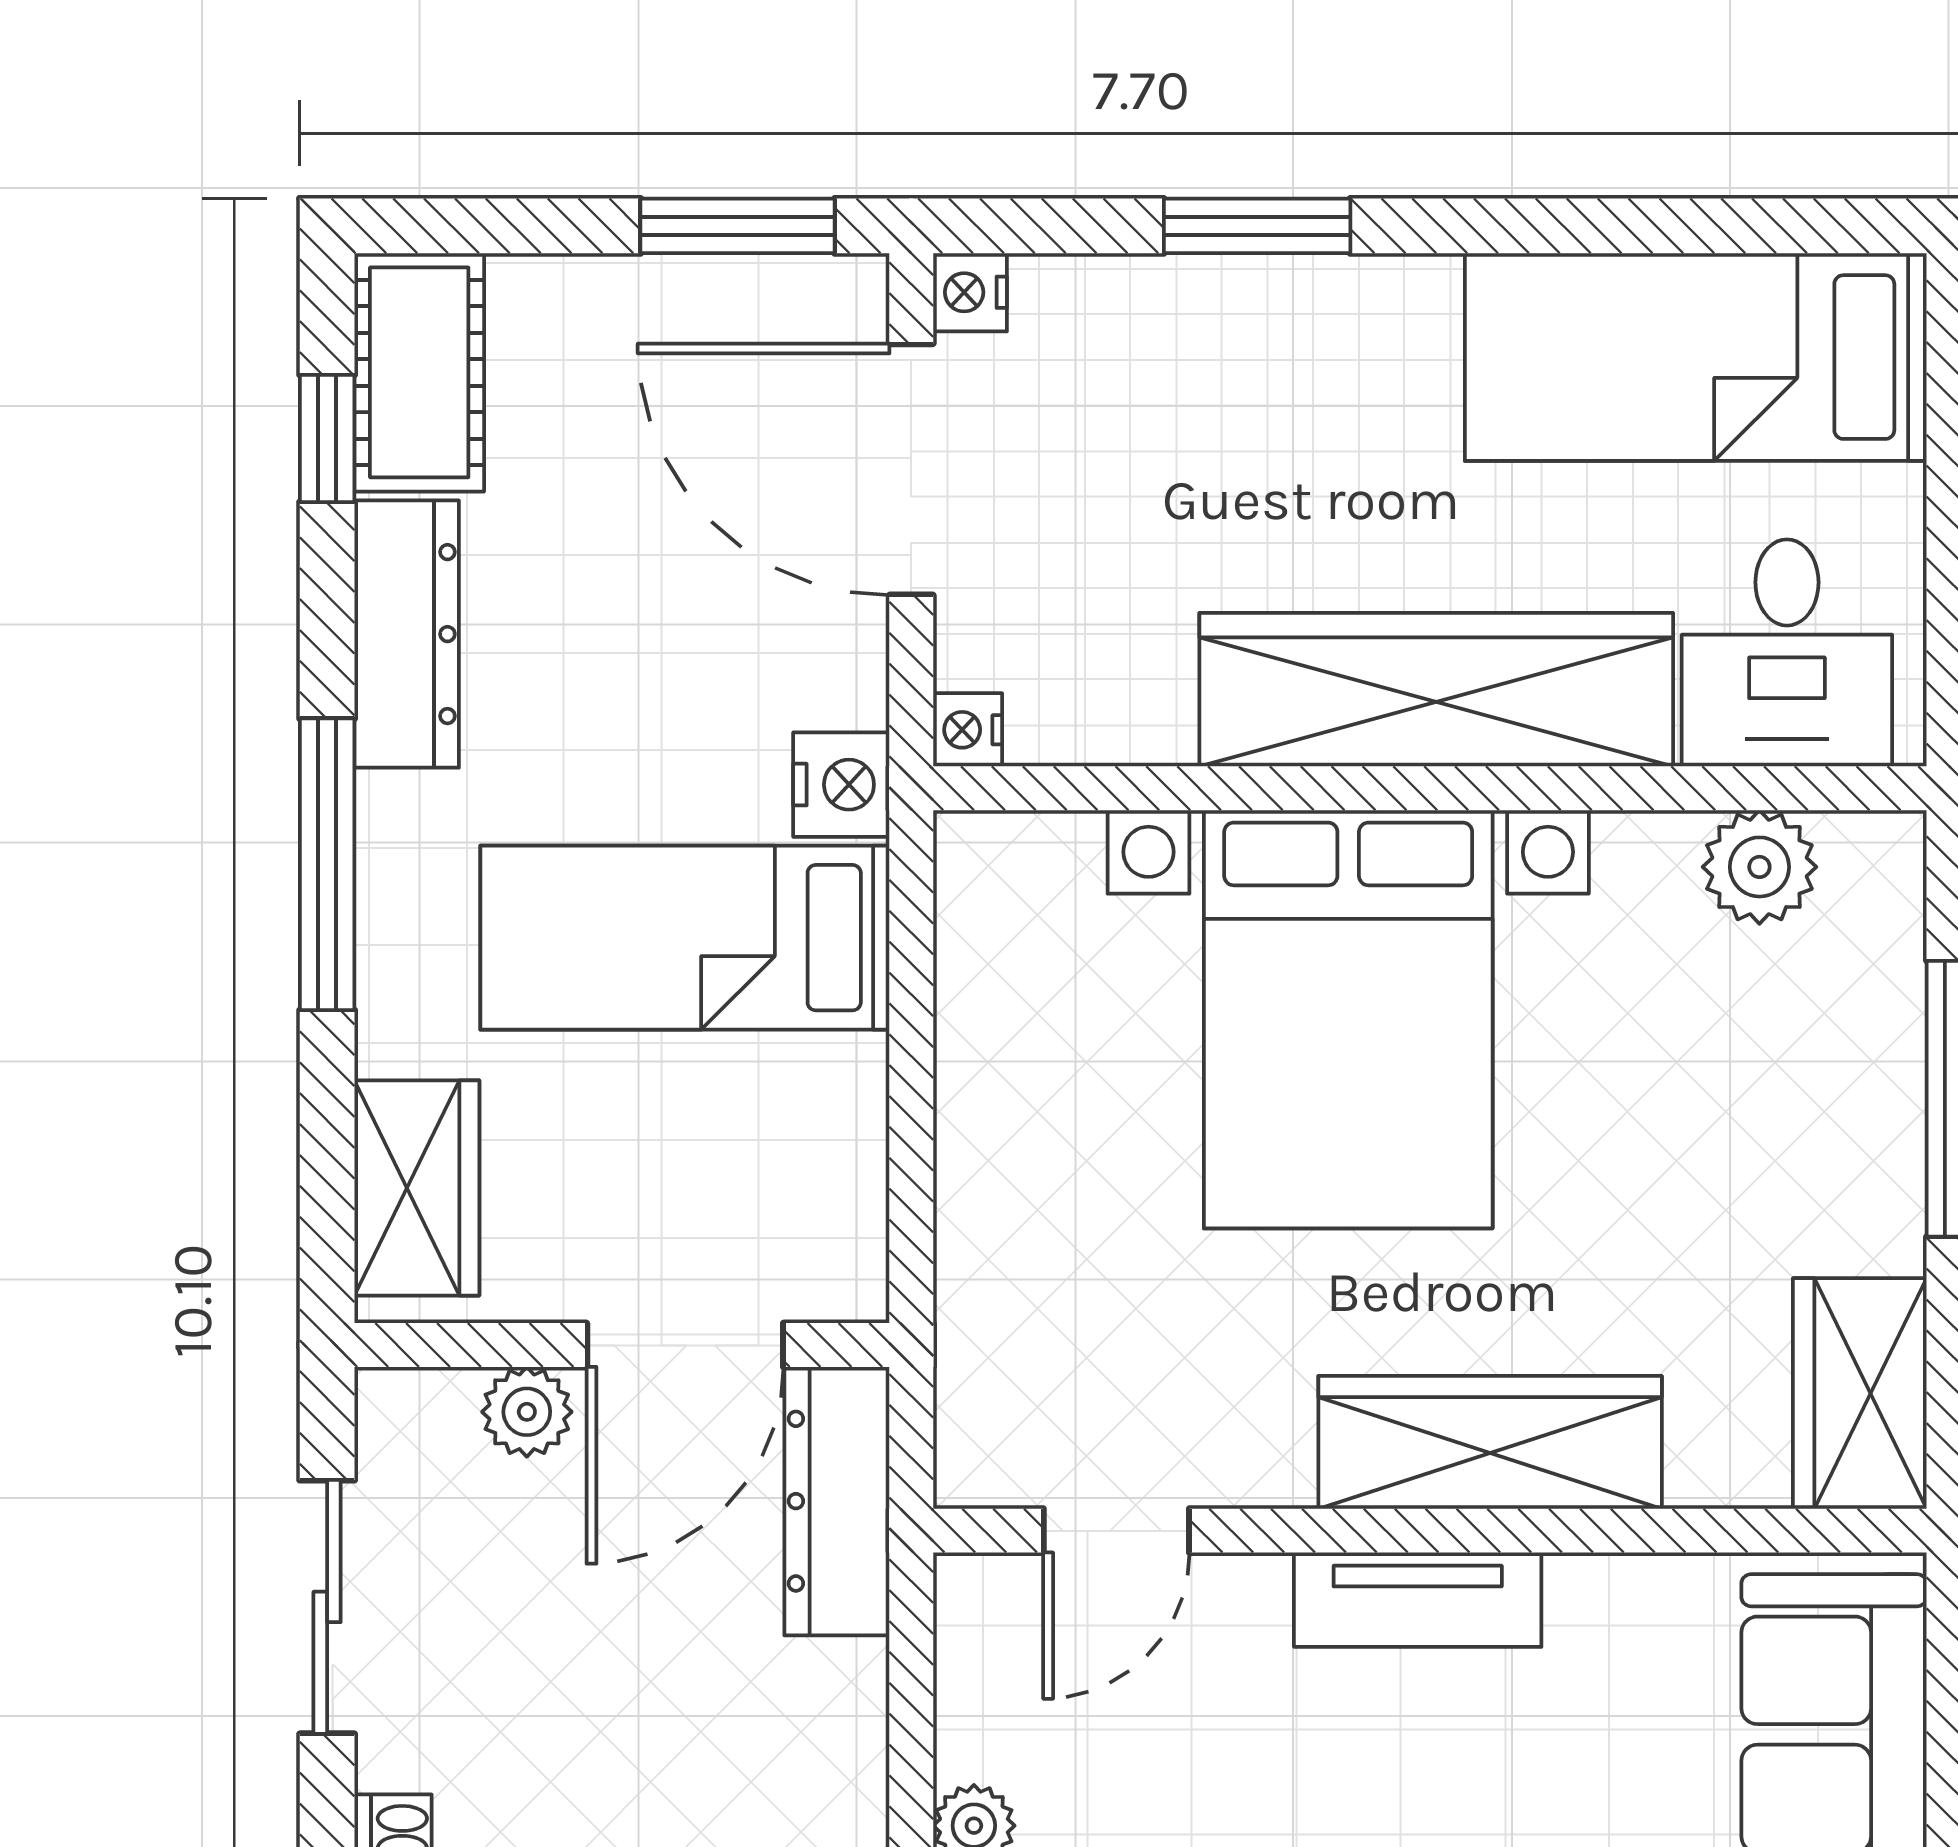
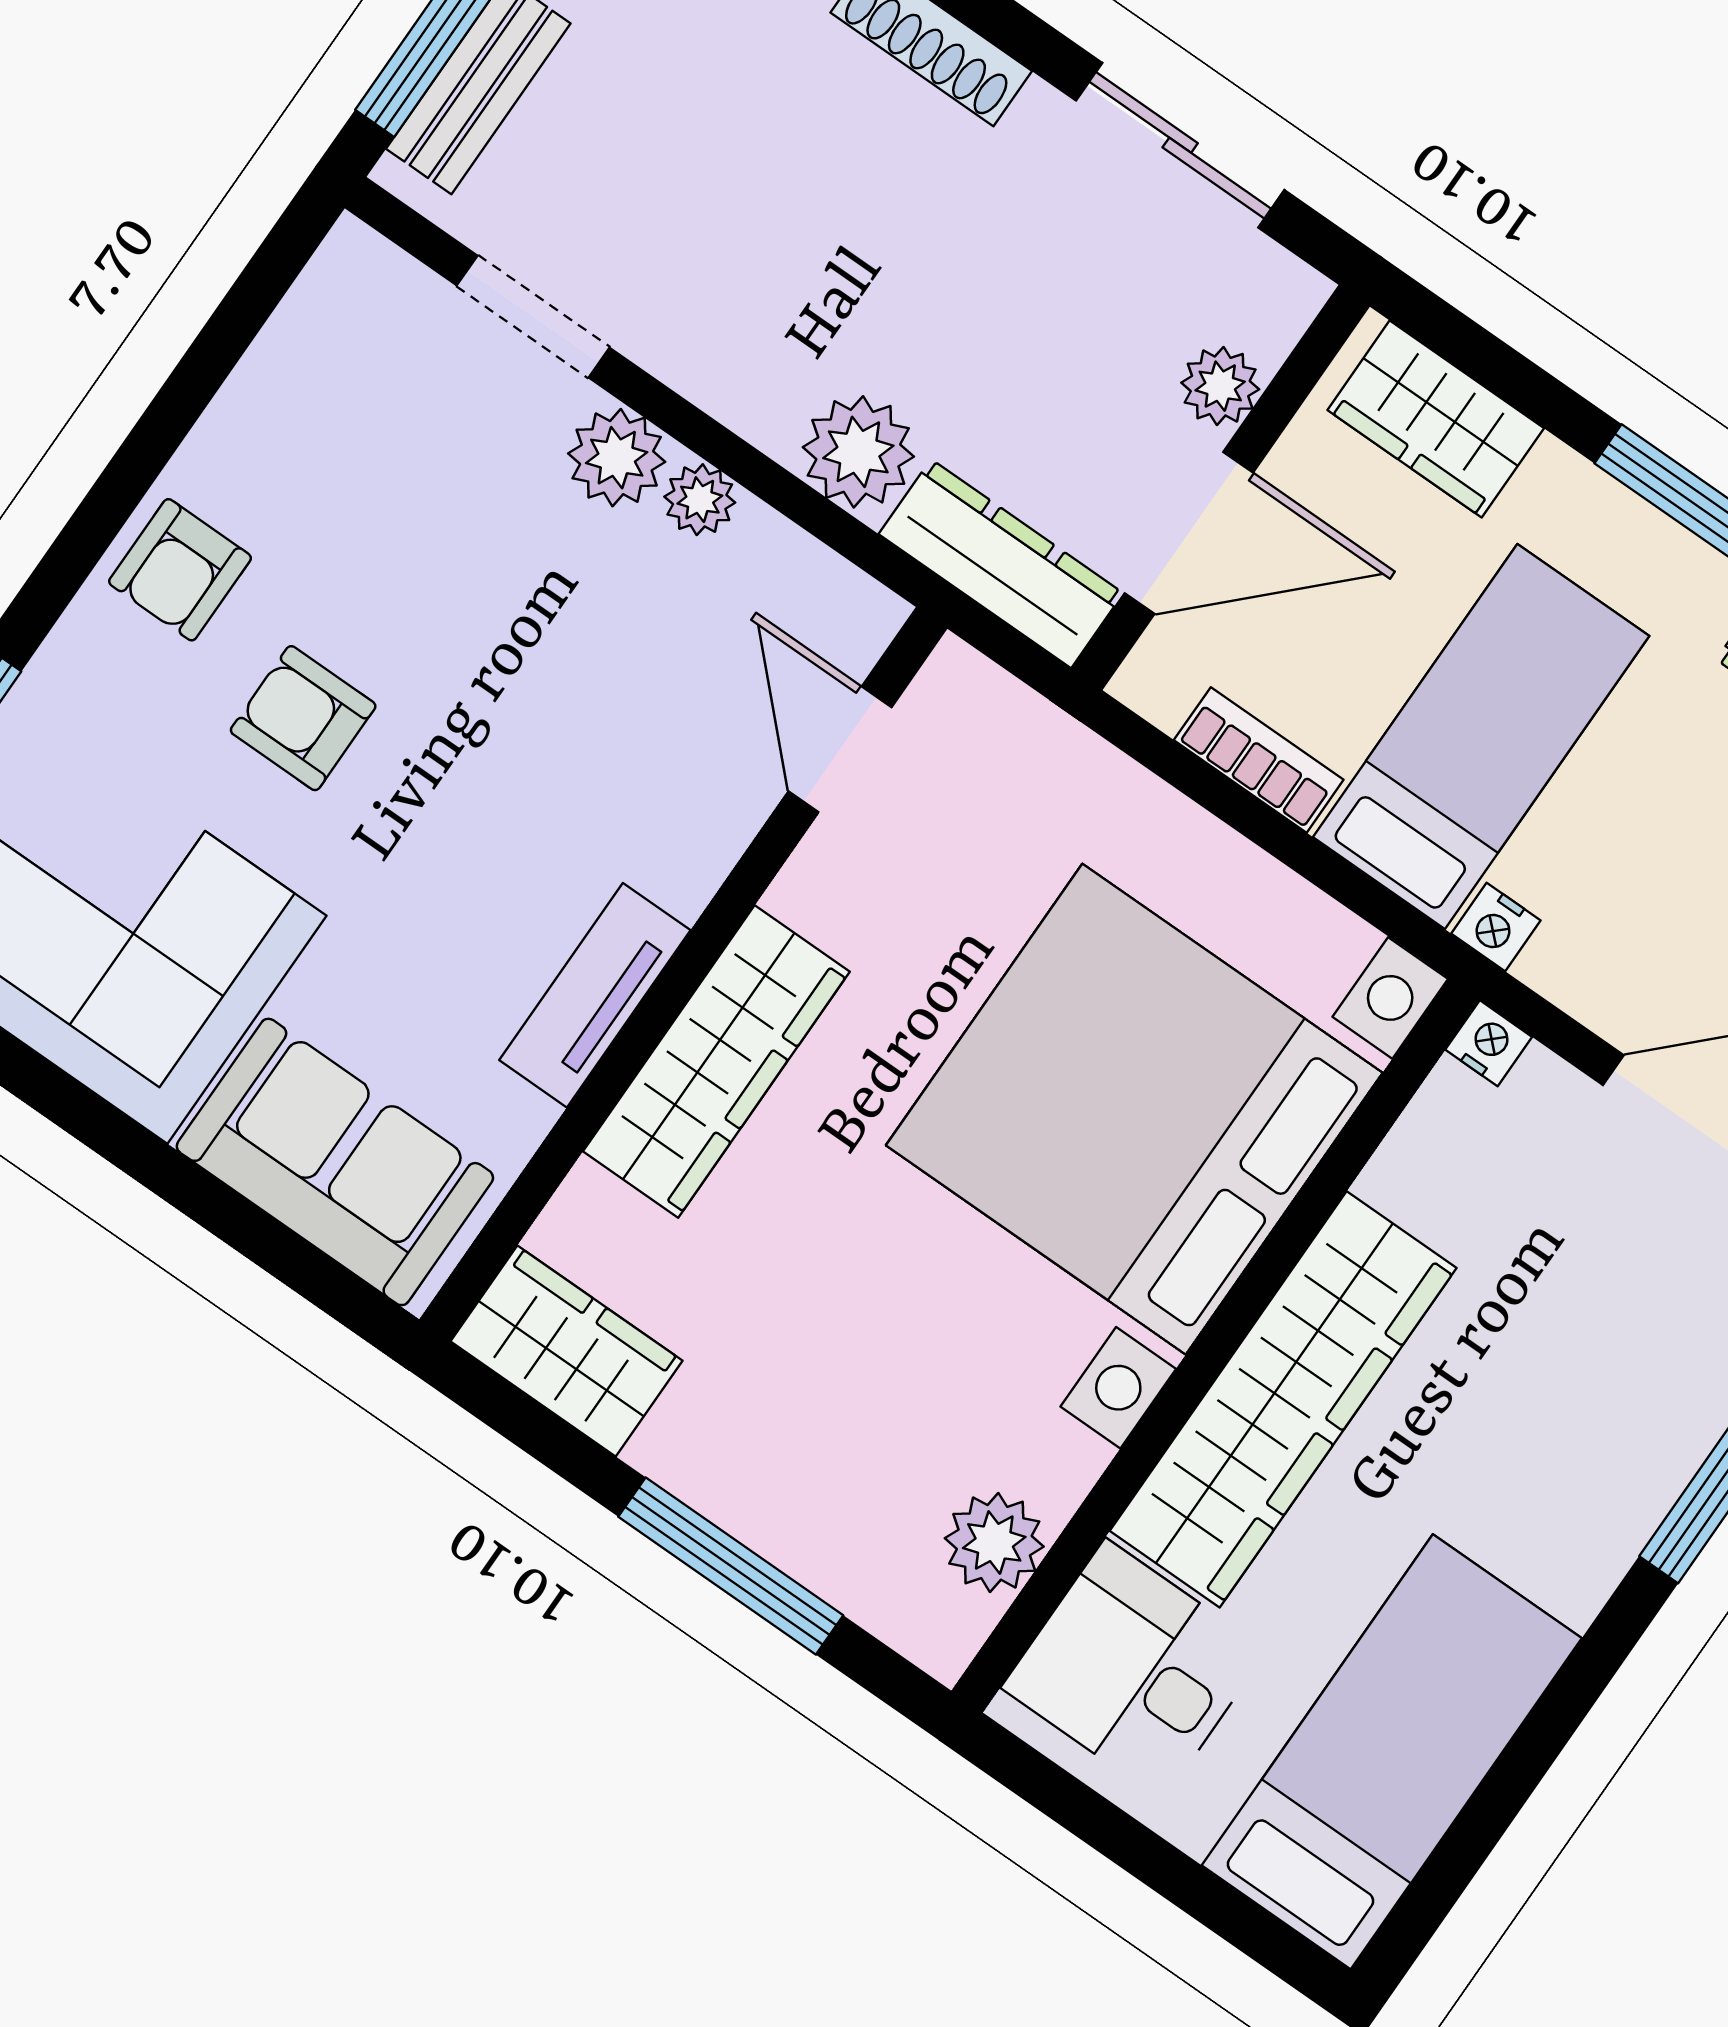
nightstand: (841, 785) -> (1496, 927), width x0.72, depth x0.74
bed with nightstands: (1348, 1019) -> (1134, 1109), width x1.36
bookcase: (852, 1131) -> (1259, 760), added
door: (685, 1345) -> (1189, 533), swing flipped
tv unit: (1418, 1600) -> (595, 995), moved
plant: (825, 1708) -> (858, 452), added

